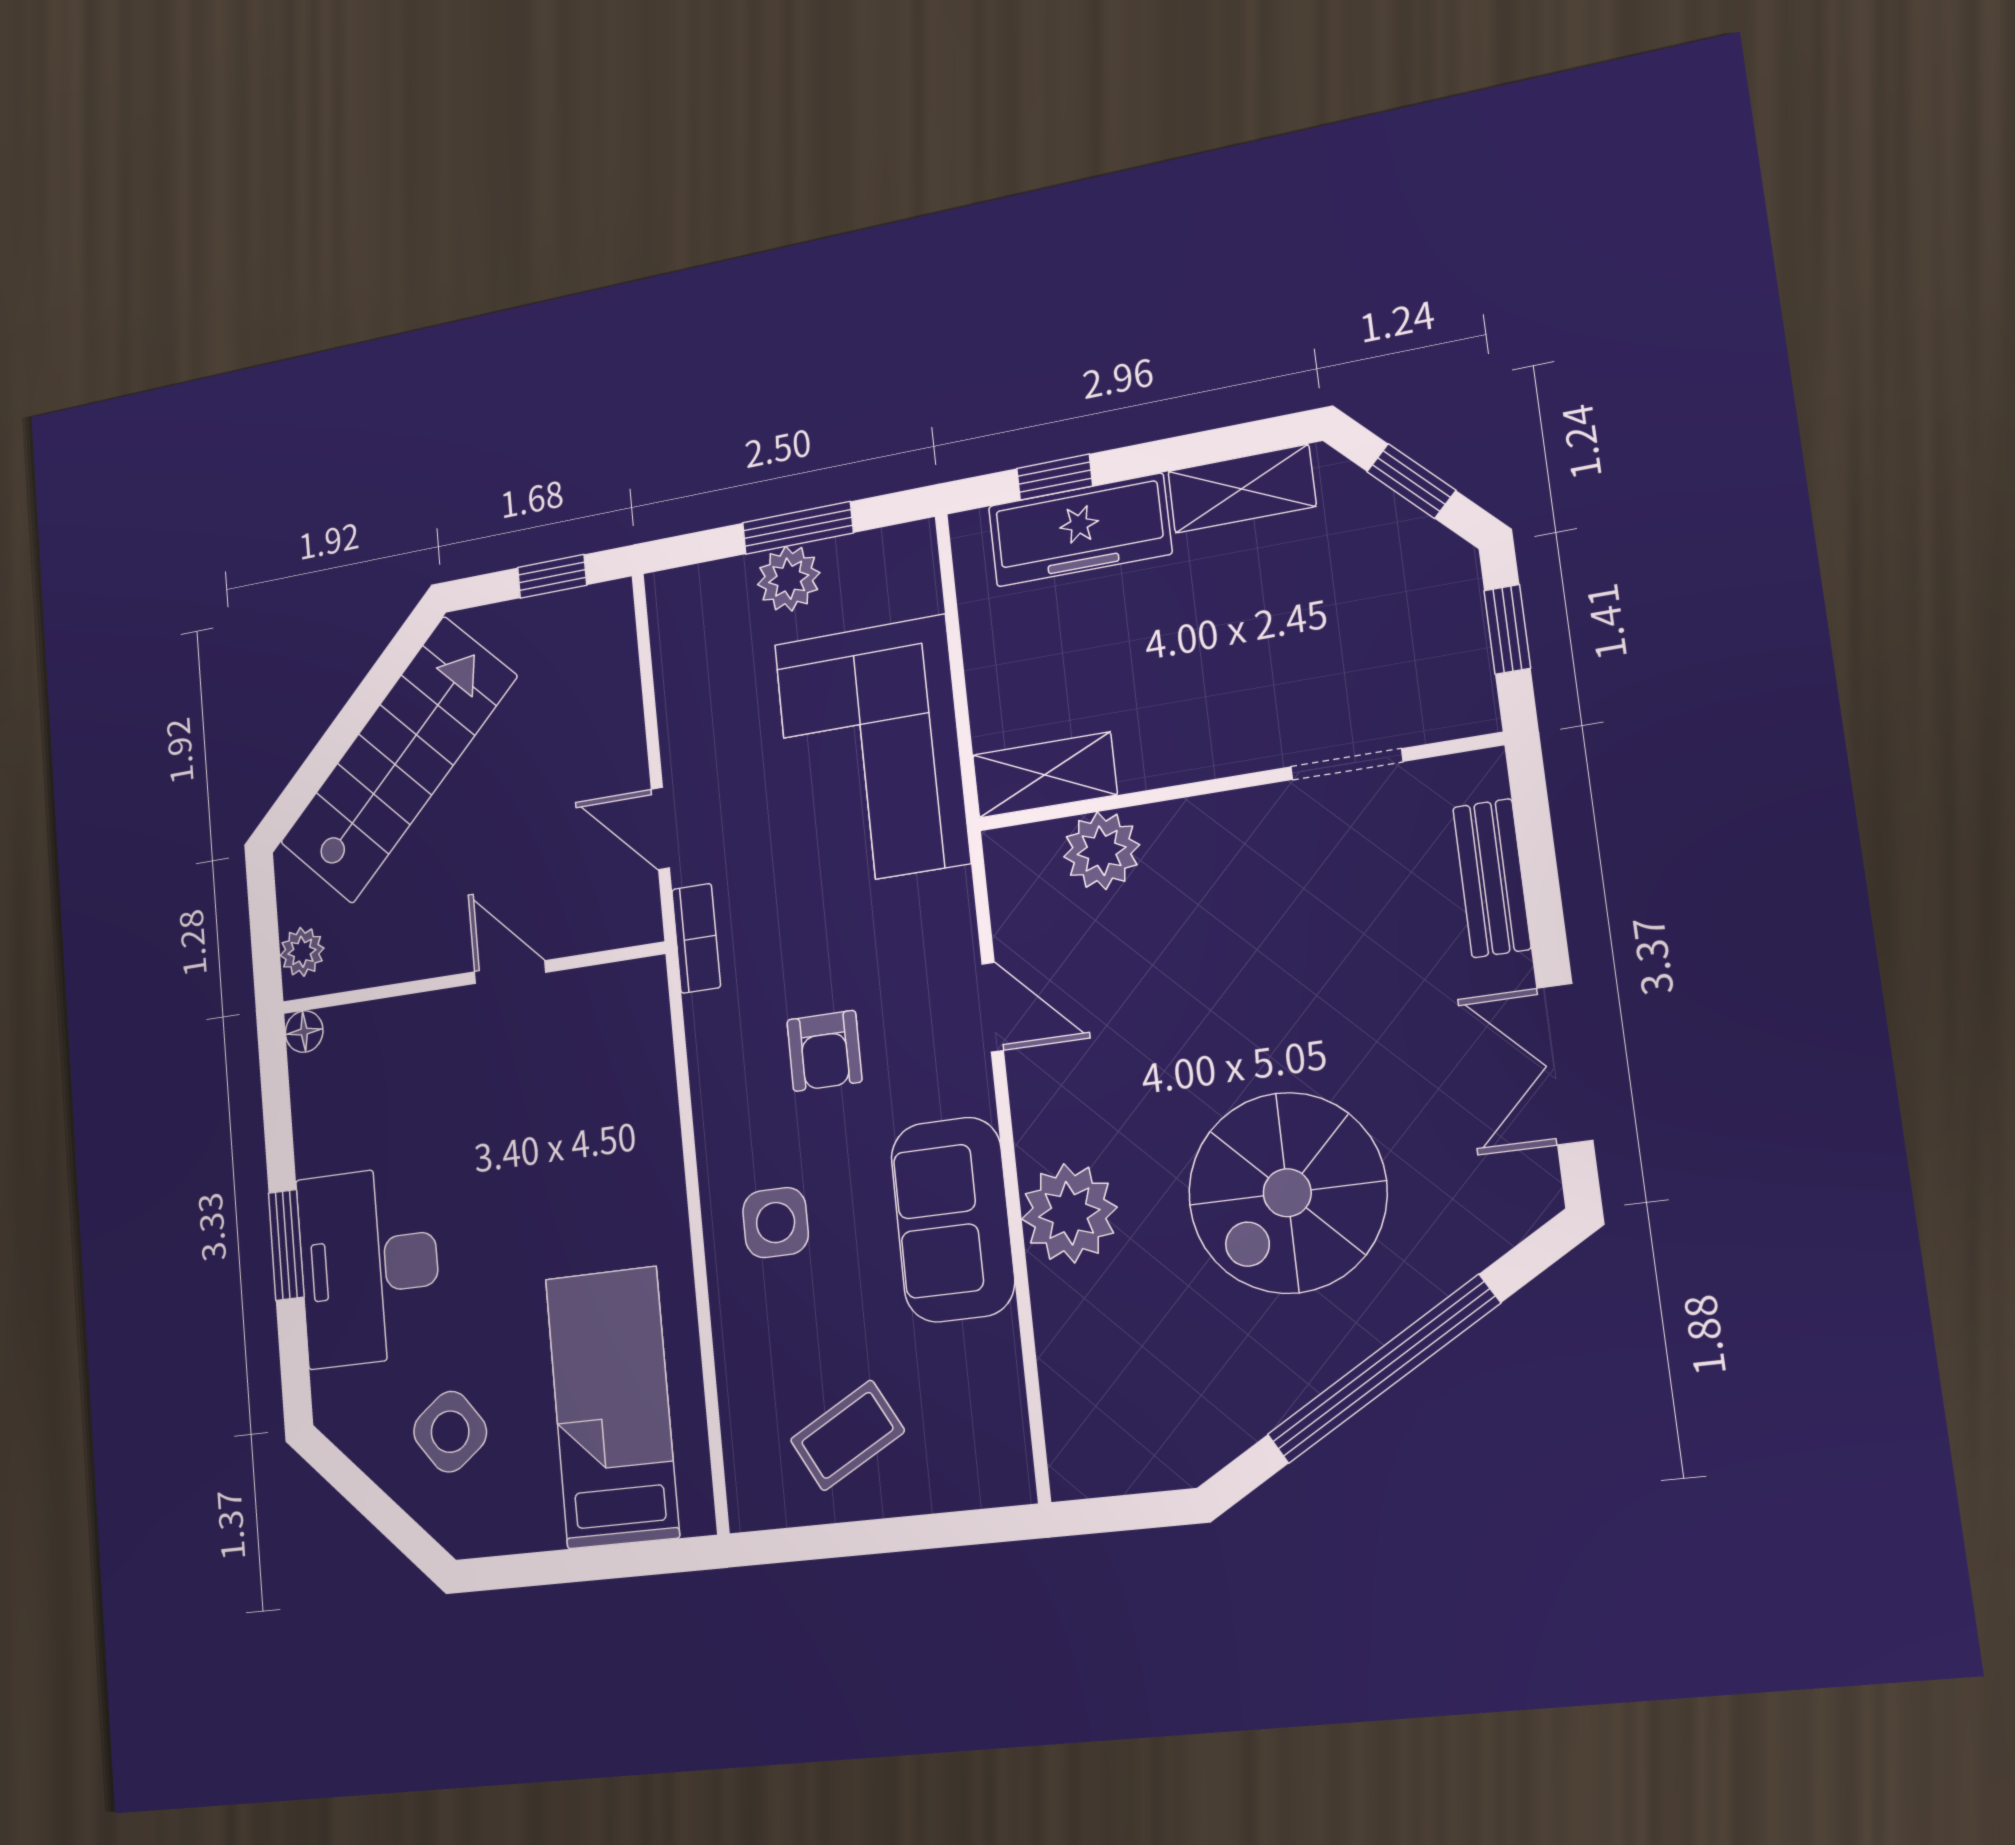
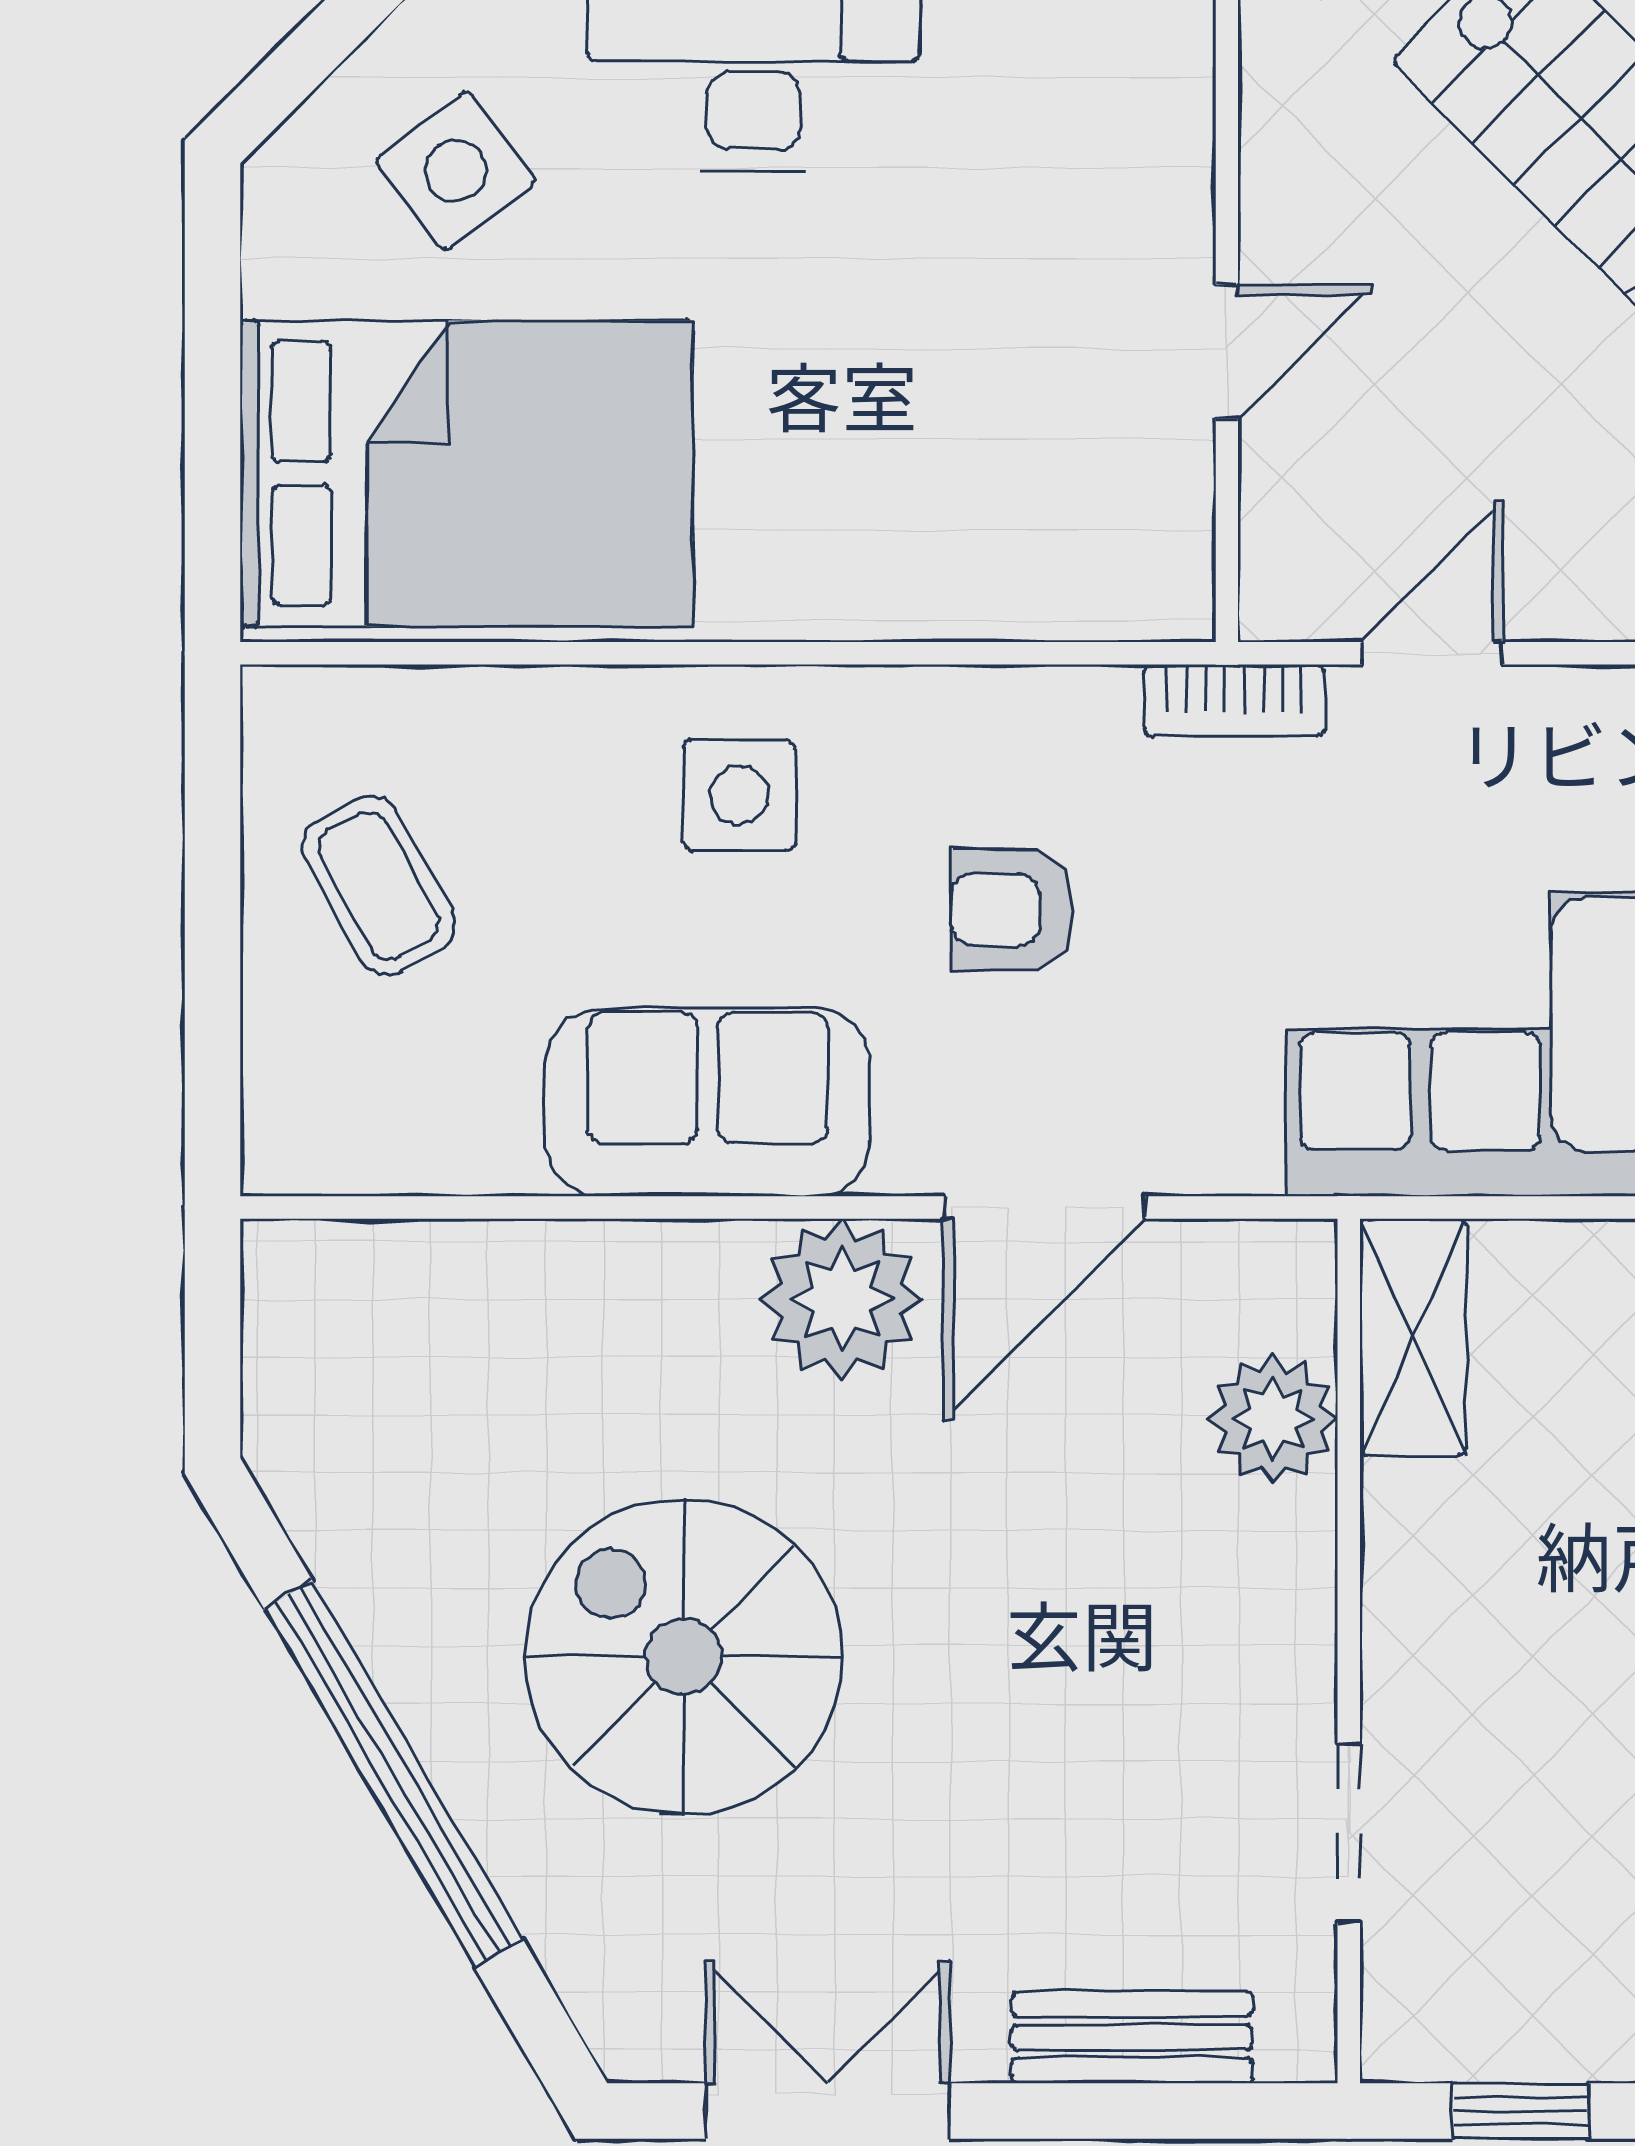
door: (993, 1007) -> (1044, 1208), width x1.38
plant: (1069, 1213) -> (842, 1299), moved
bed: (612, 1407) -> (466, 473), width x1.50

